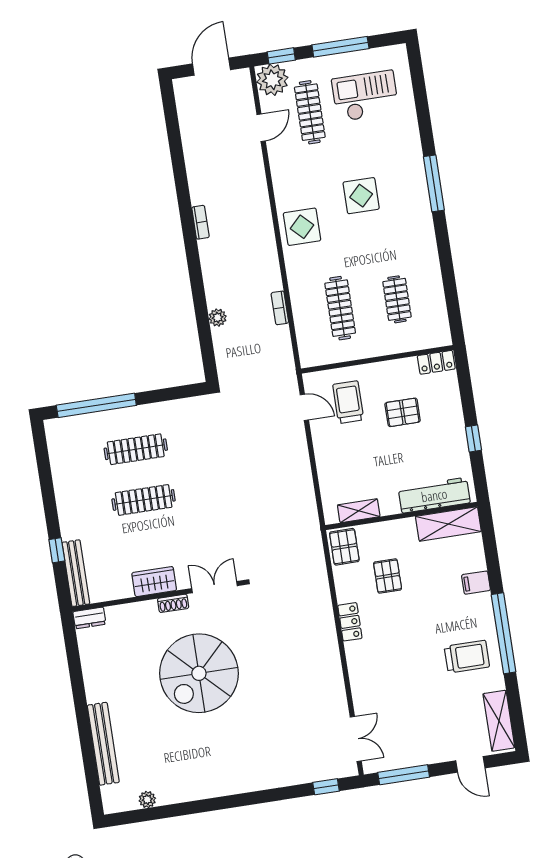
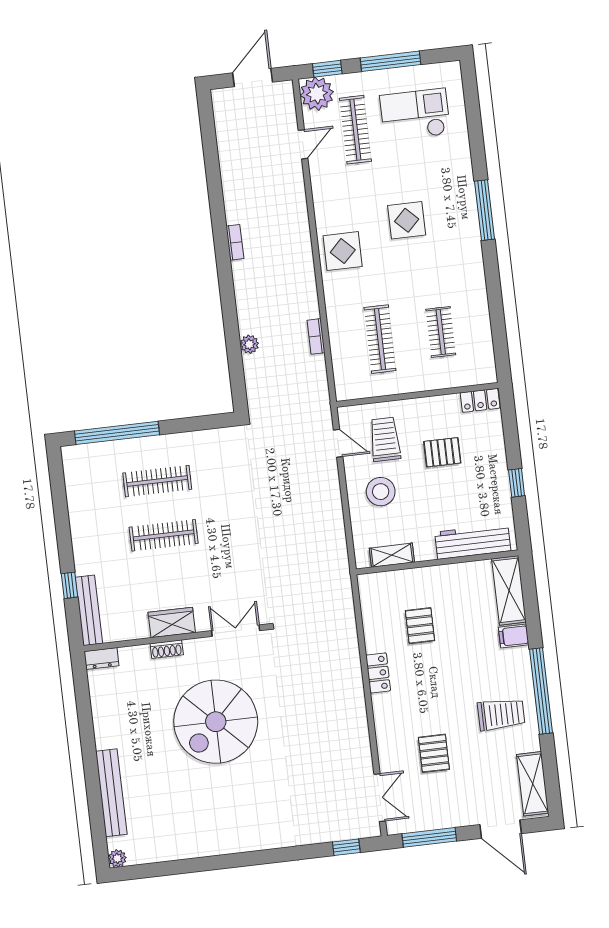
stool: (346, 451) -> (381, 492), added
shelving: (448, 524) -> (509, 590), moved, turned 90
pallet: (344, 547) -> (434, 753), moved
shoe rack: (173, 603) -> (167, 649), moved
door: (470, 764) -> (501, 829), width x1.38
plant: (147, 800) -> (117, 858), moved

